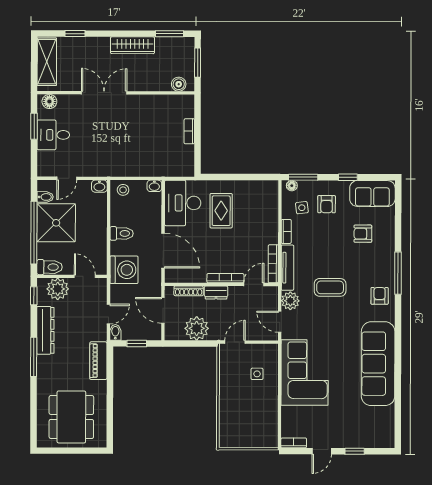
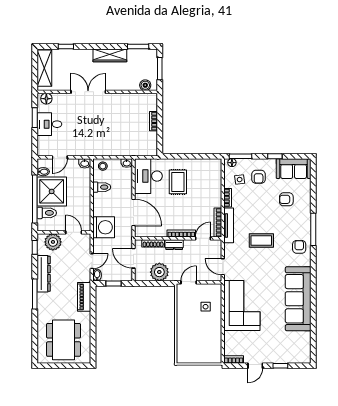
toilet: (122, 233) -> (102, 187), moved
toilet: (50, 267) -> (47, 213), moved
plant: (290, 301) -> (231, 251), removed

